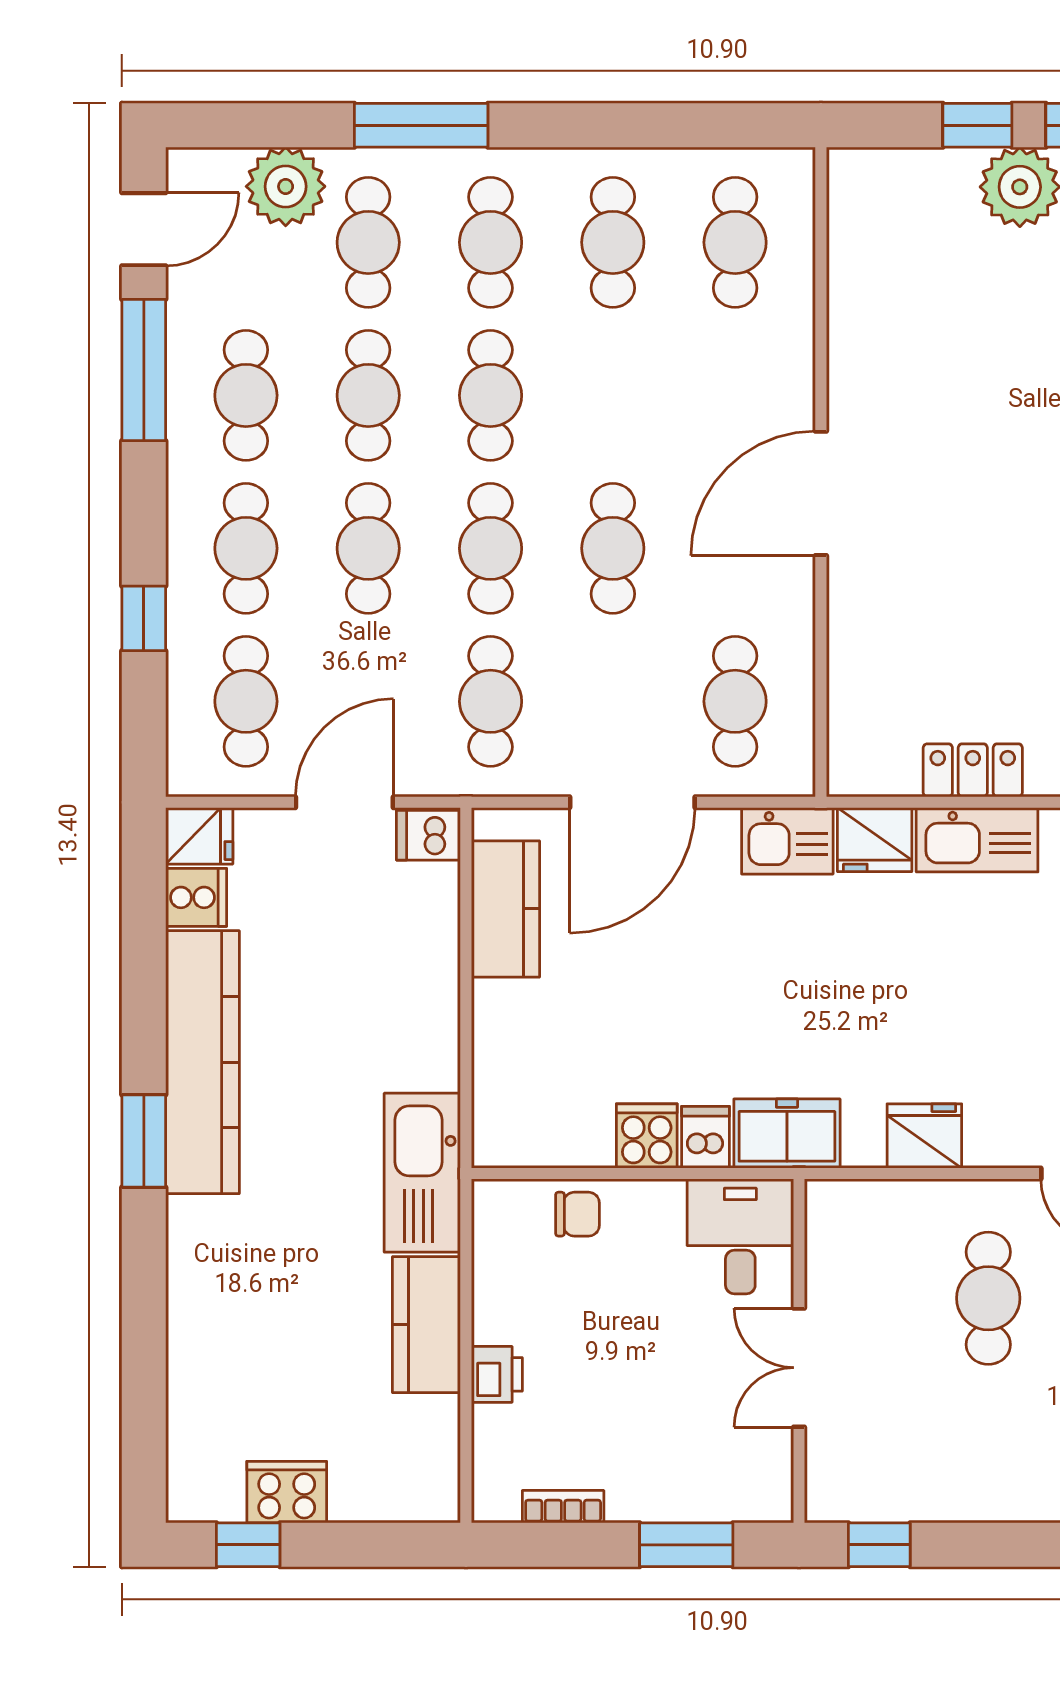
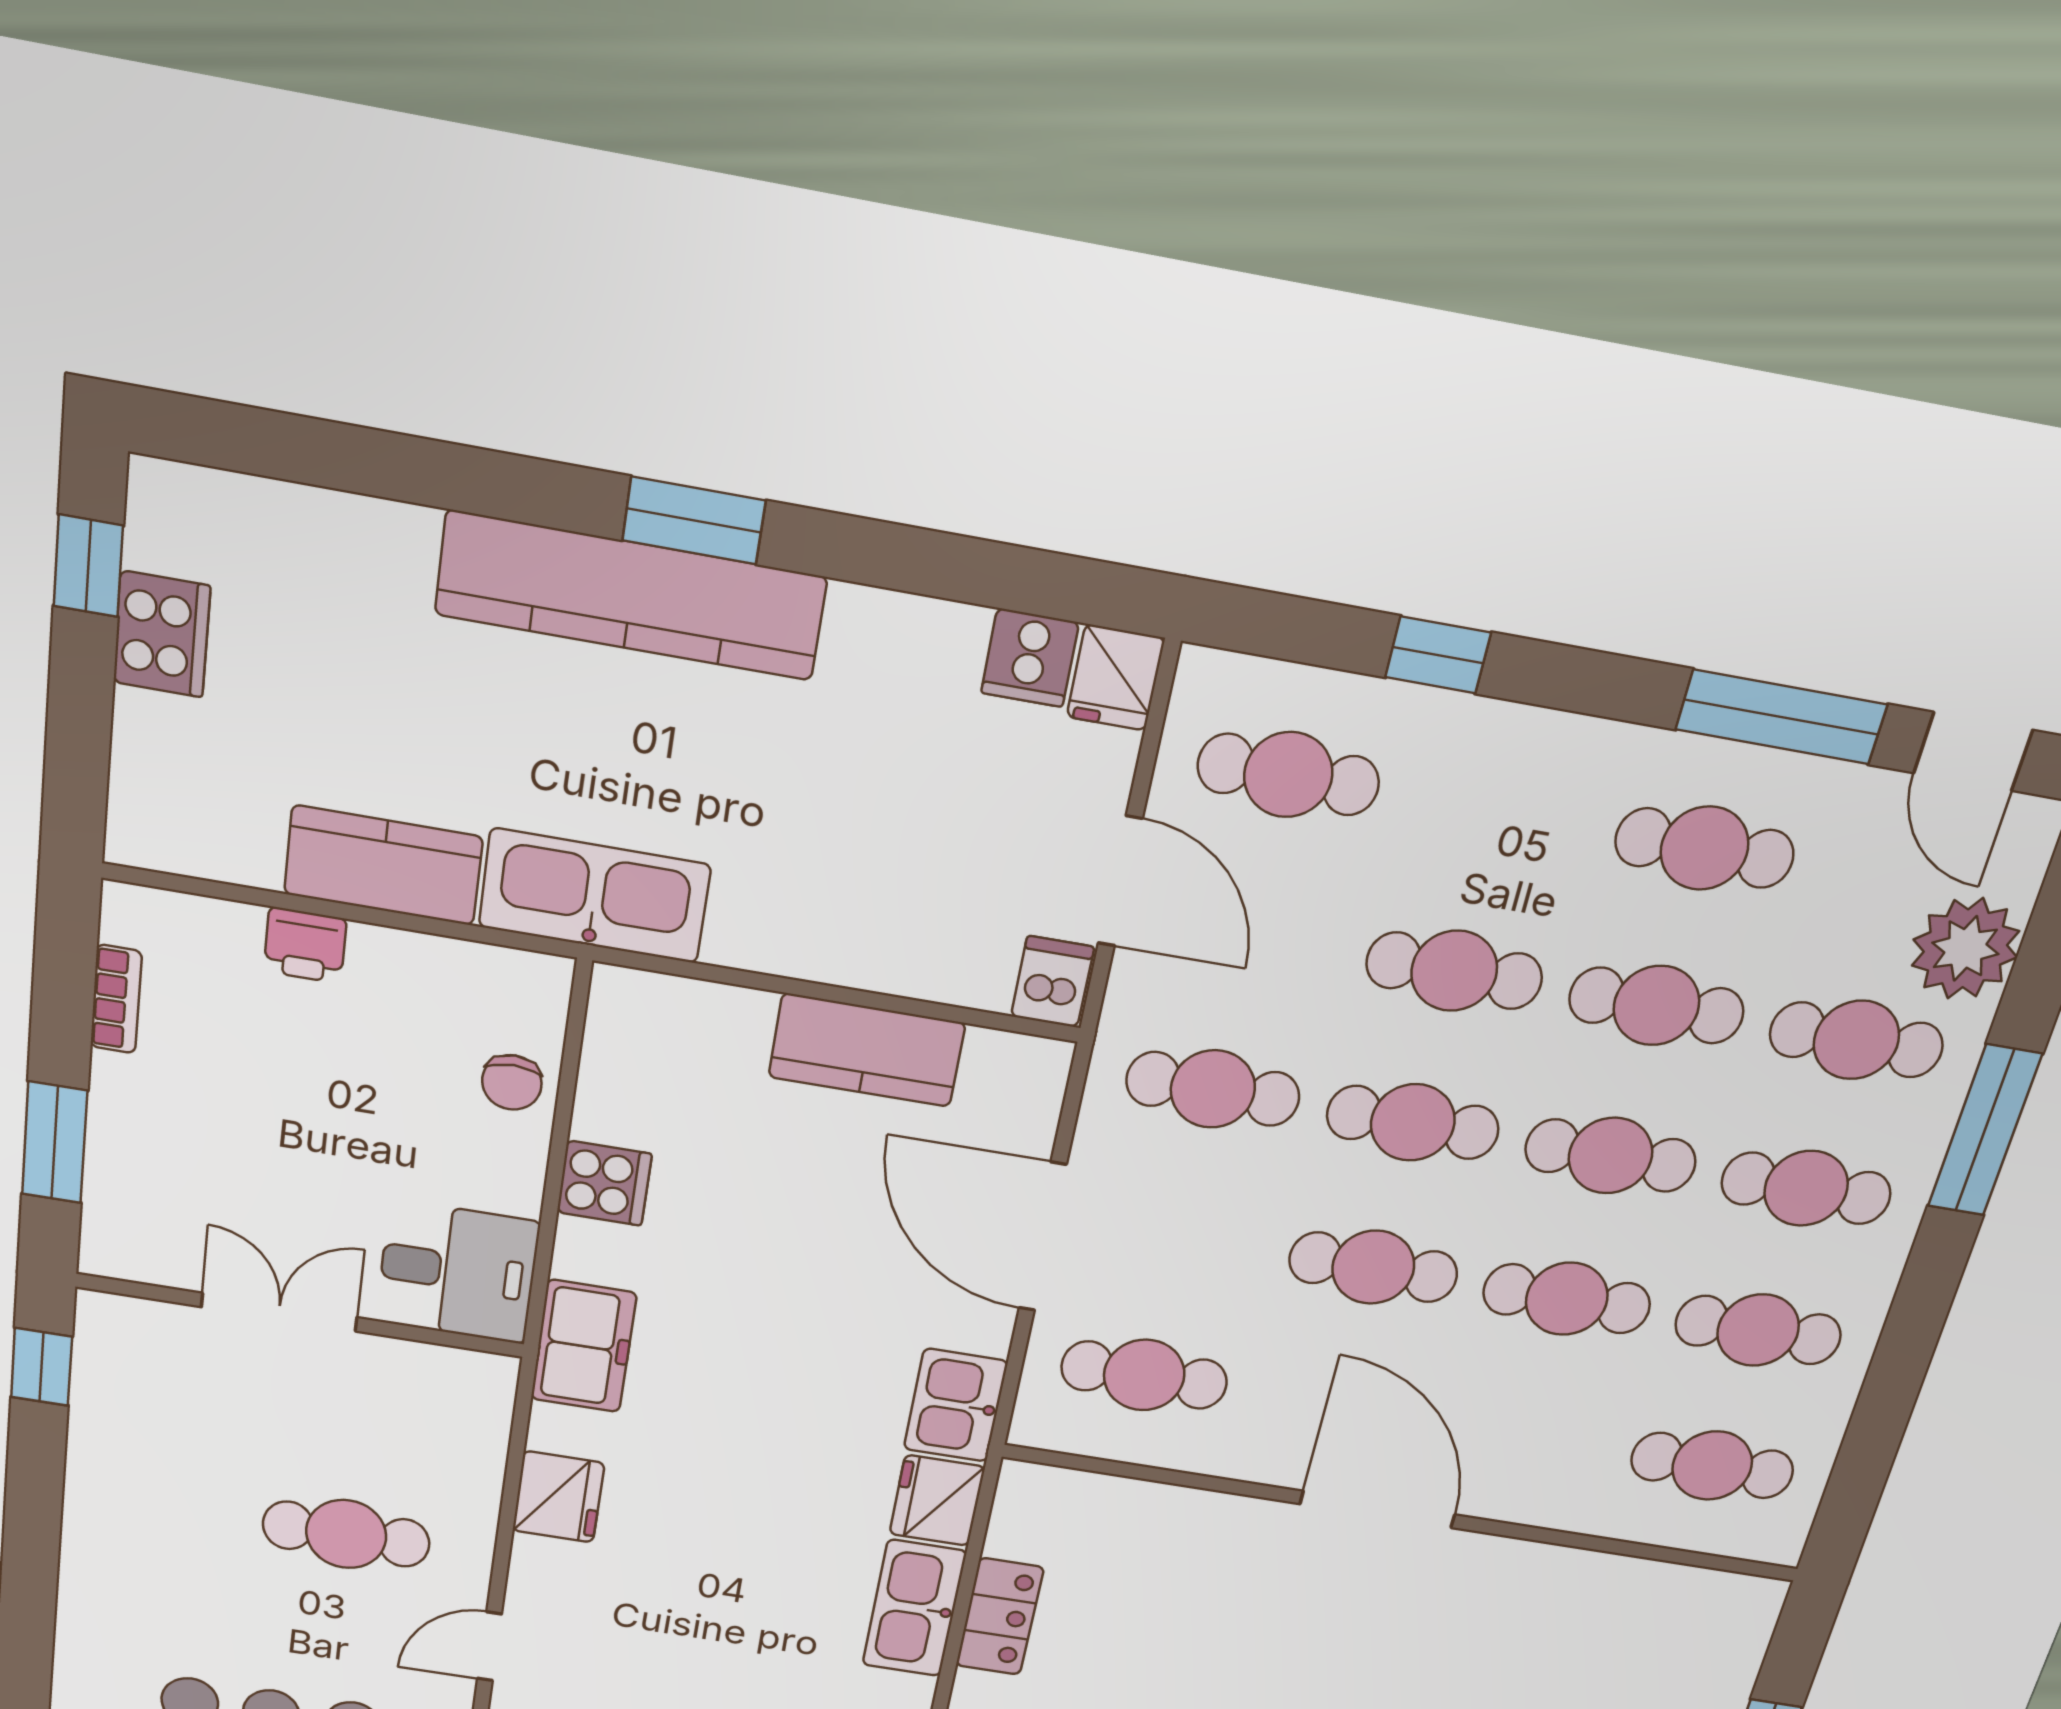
cafe table: (246, 548) -> (1567, 1299), moved
kitchen counter: (505, 909) -> (867, 1050), moved
kitchen counter: (202, 1062) -> (631, 596), moved
dishwasher: (705, 1137) -> (593, 1252), removed

